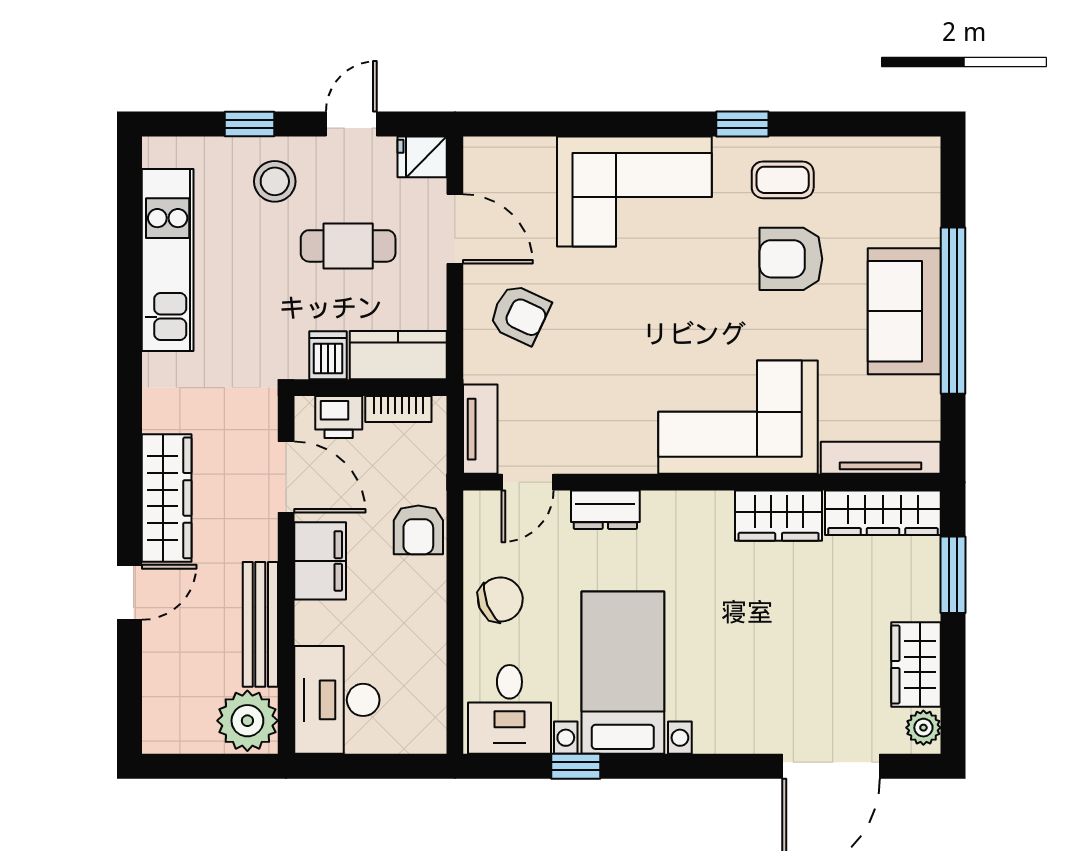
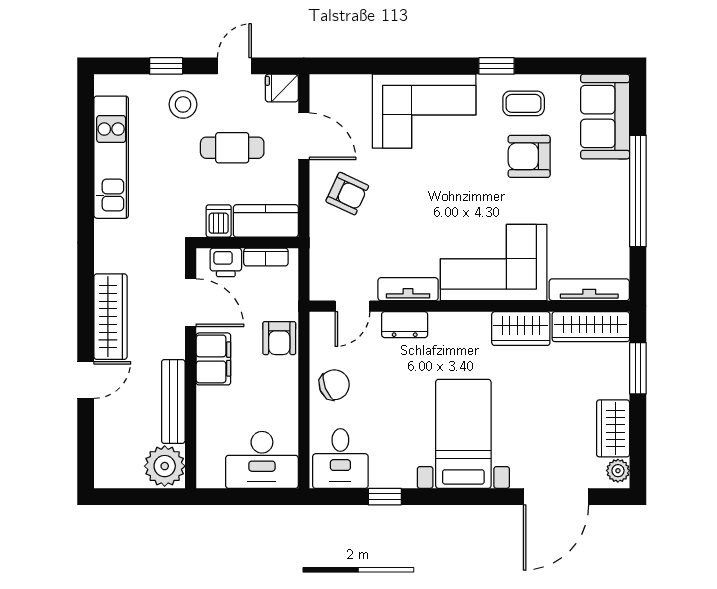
sofa: (904, 311) -> (605, 117), moved
tv unit: (480, 429) -> (408, 289), moved, turned -90
bed with nightstands: (623, 673) -> (463, 434), moved
desk: (337, 700) -> (262, 460), moved, turned -90

